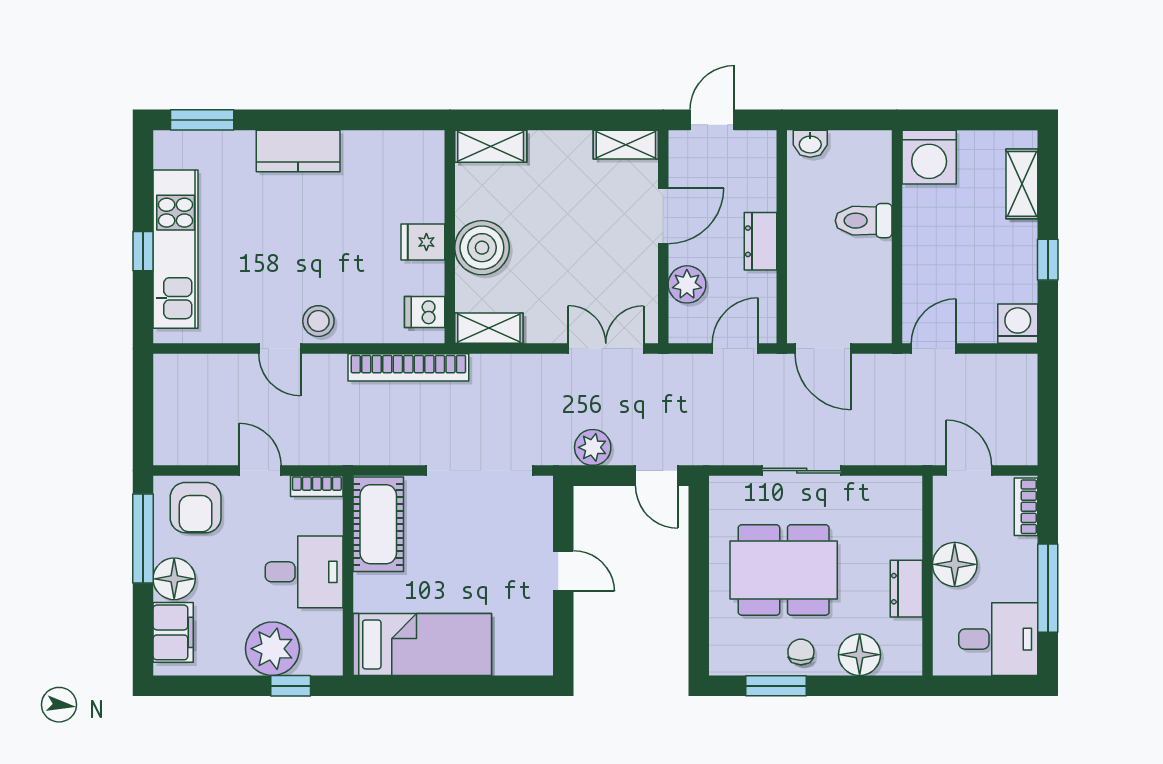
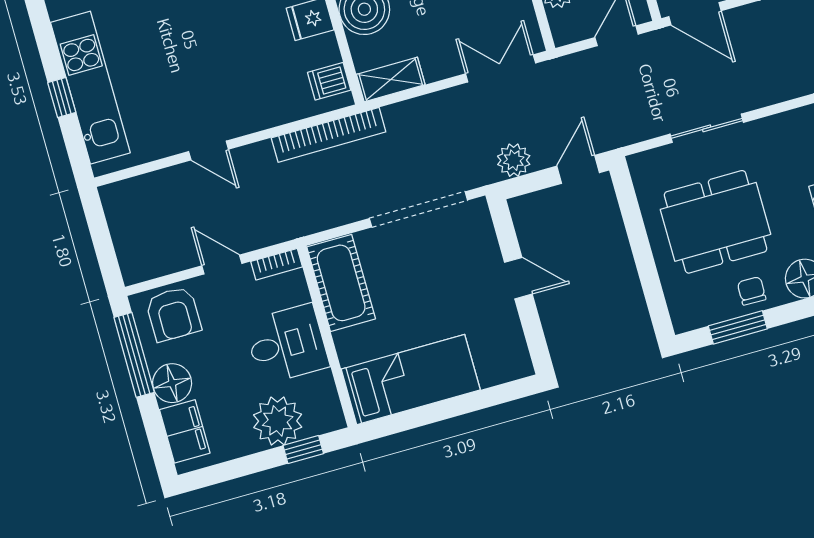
stool: (318, 321) -> (236, 116), removed
door: (657, 476) -> (578, 169), swing flipped

